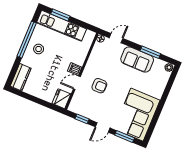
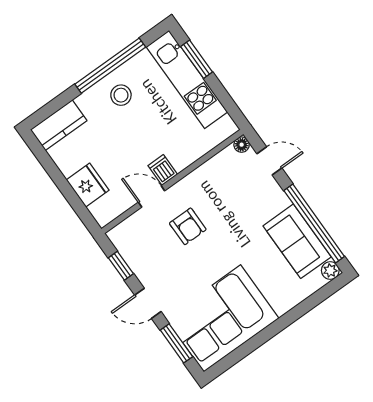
window: (150, 52) -> (314, 223), width x2.11
sofa: (137, 59) -> (297, 241), moved
fridge: (61, 99) -> (88, 185), moved, turned 90

